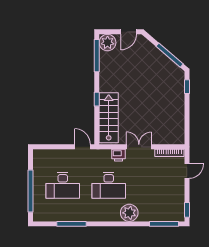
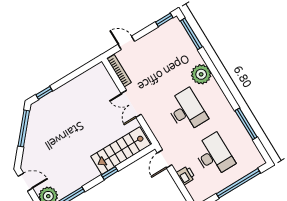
printer: (119, 155) -> (186, 175), moved

